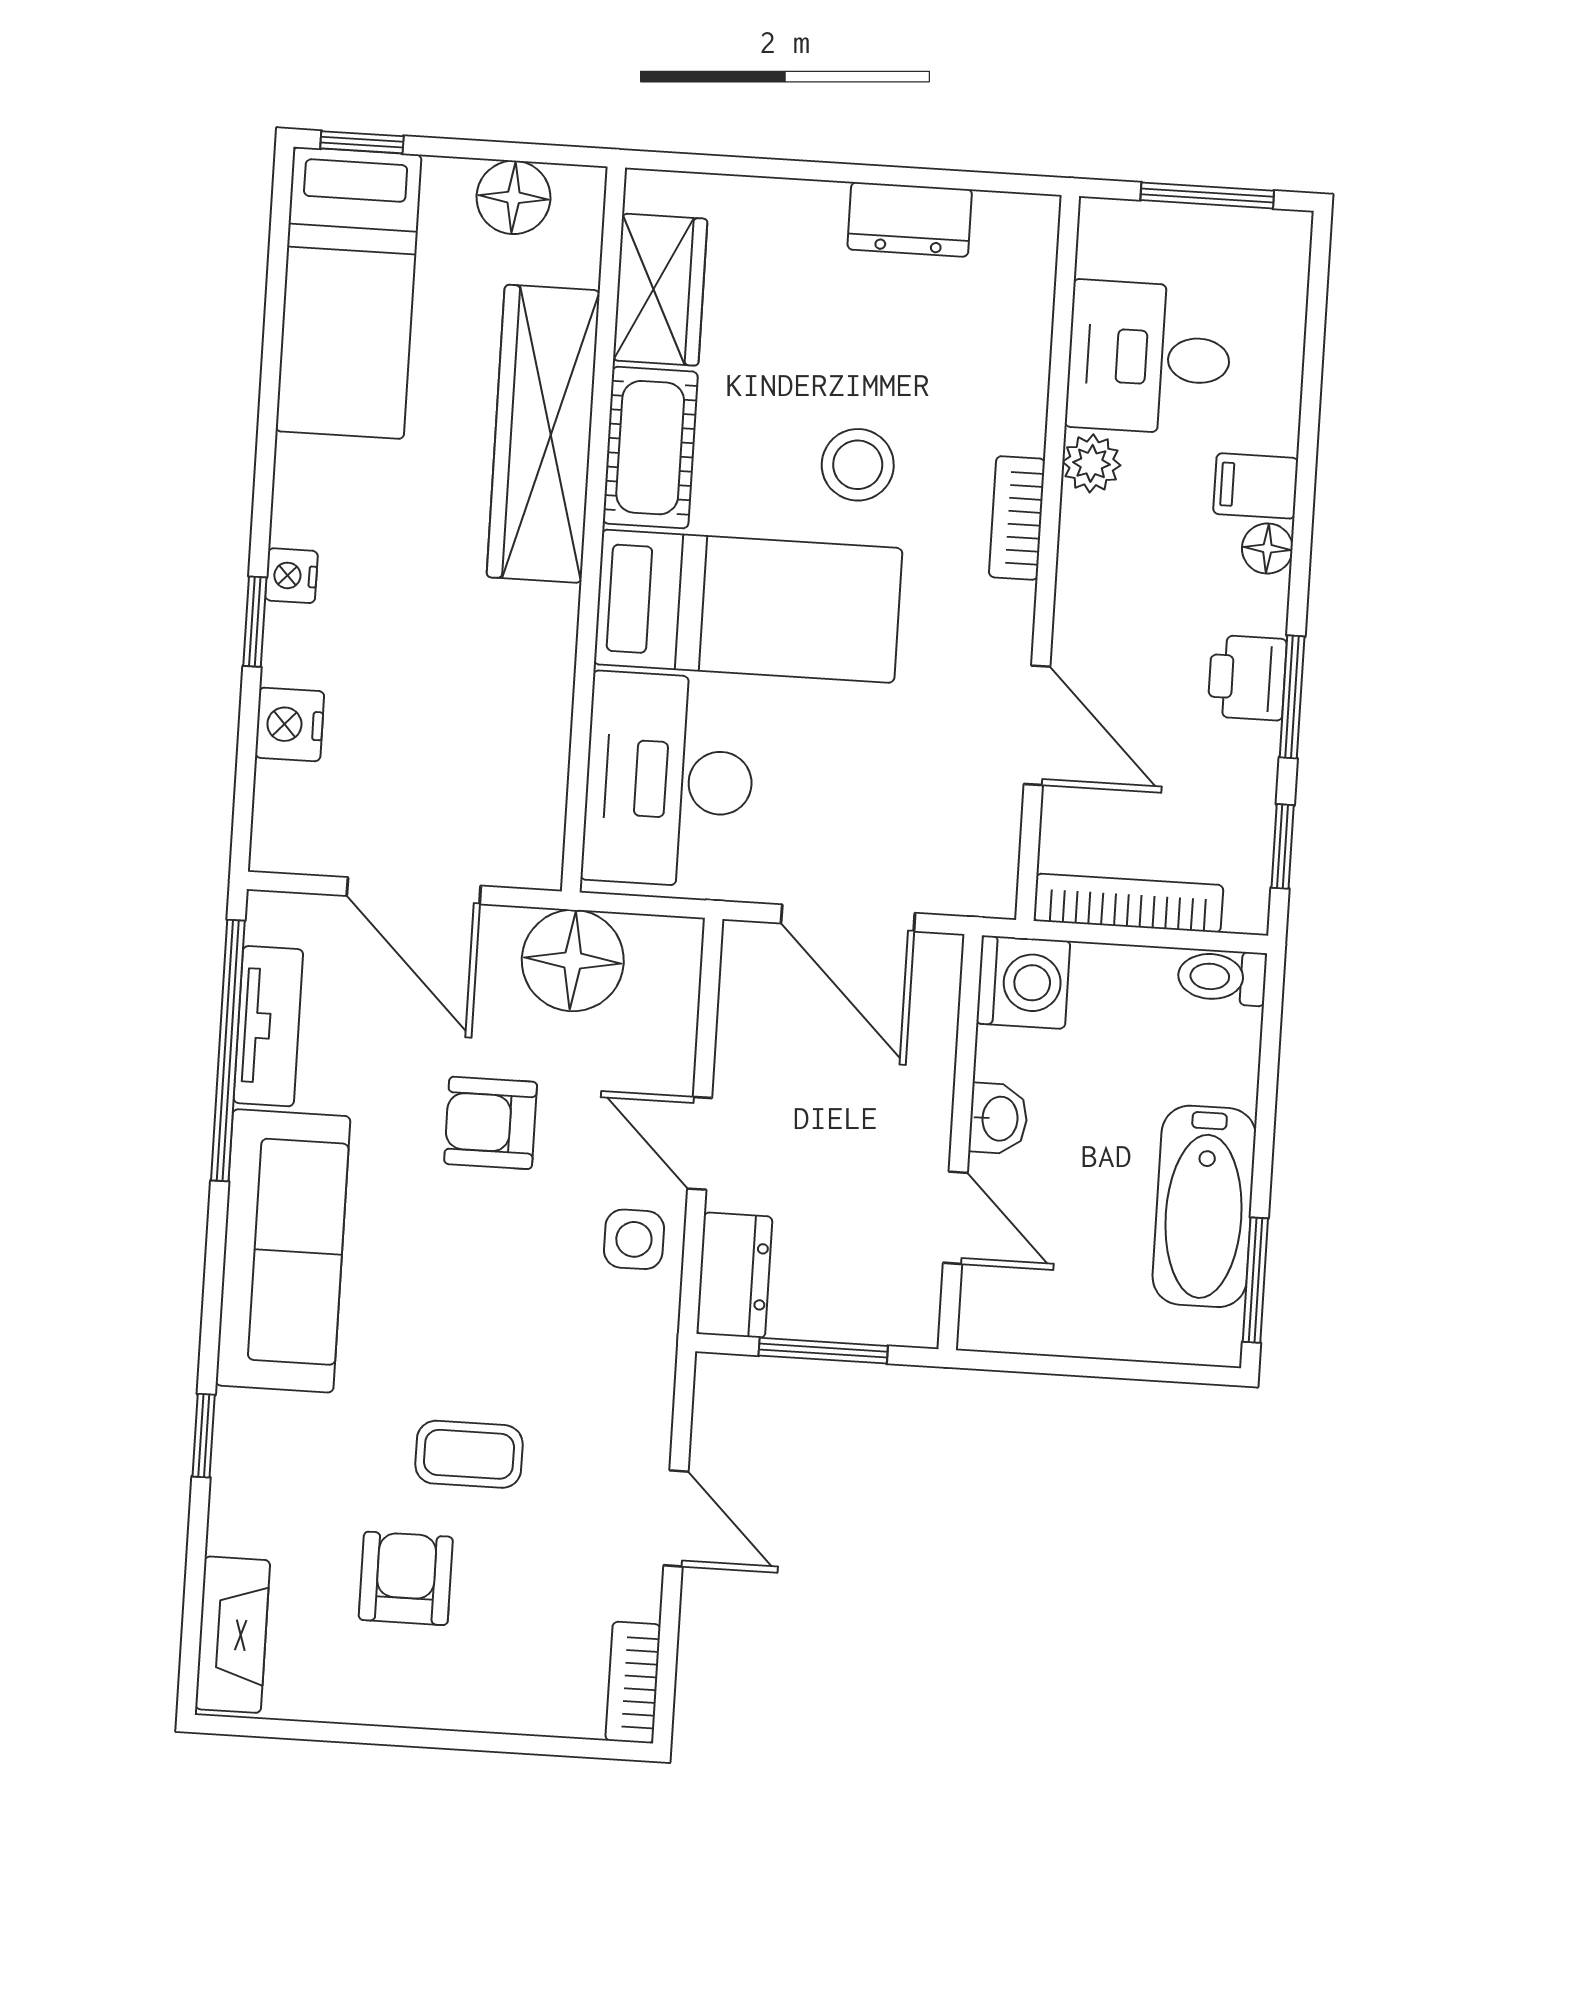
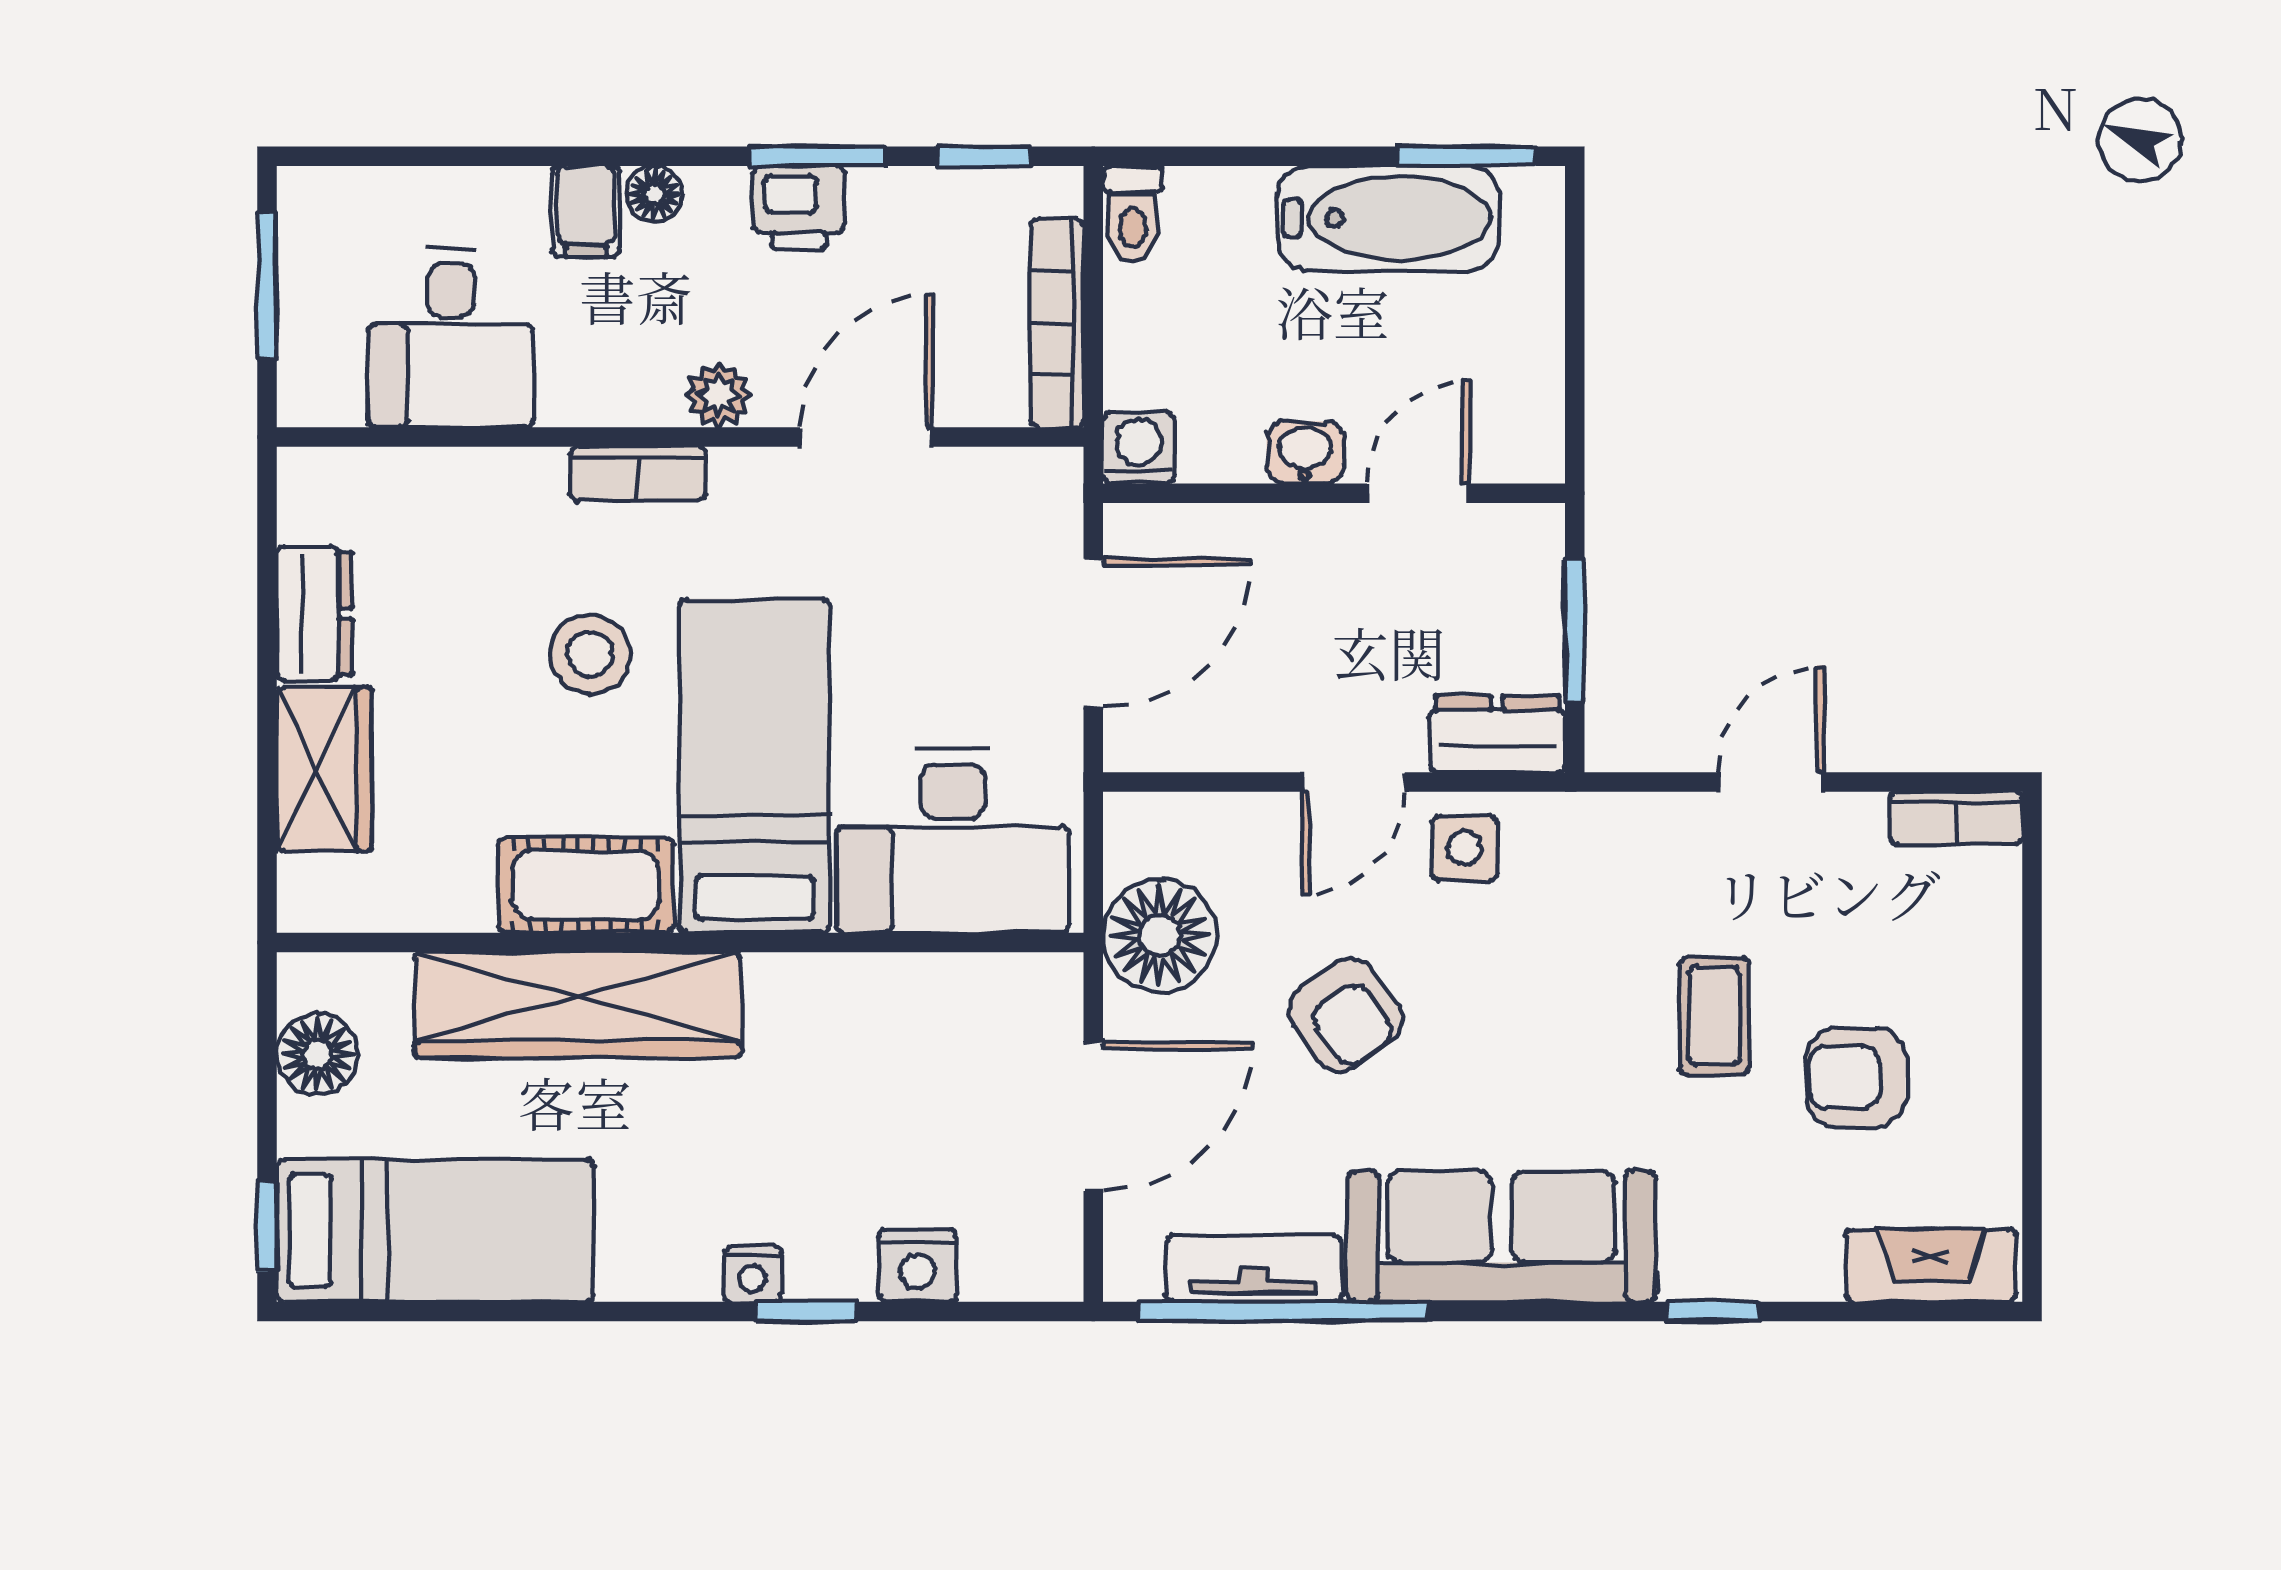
wardrobe: (660, 290) -> (324, 769), moved, turned 90
plant: (1091, 463) -> (719, 395), moved
washing machine: (1023, 982) -> (1139, 448), width x0.73, depth x0.73
armchair: (491, 1123) -> (1345, 1015), turned -36

